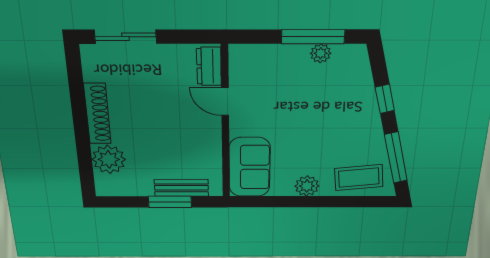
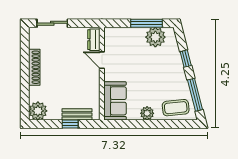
plant: (321, 53) -> (155, 37), width x1.88, depth x1.88
plant: (109, 159) -> (38, 111), moved
window: (170, 202) -> (70, 124), width x0.67

